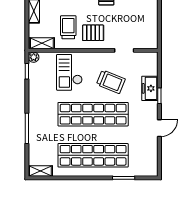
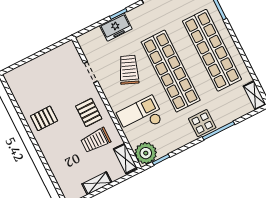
plant: (34, 57) -> (146, 153), width x1.88, depth x1.88
checkout: (69, 72) -> (140, 116), turned 180
display table: (39, 118) -> (202, 123), added

